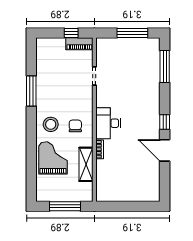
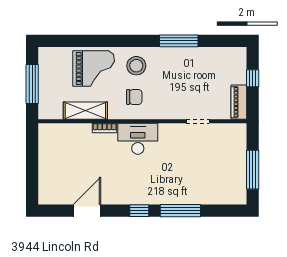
window: (71, 33) -> (253, 78), moved
window: (165, 66) -> (180, 211), moved
door: (165, 150) -> (87, 211), moved

